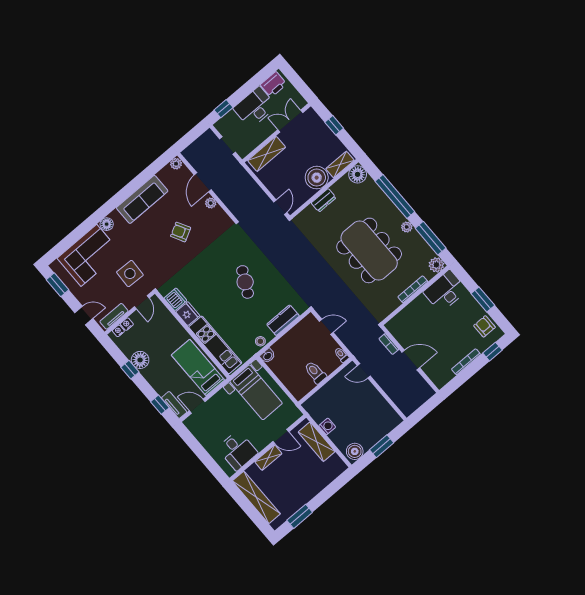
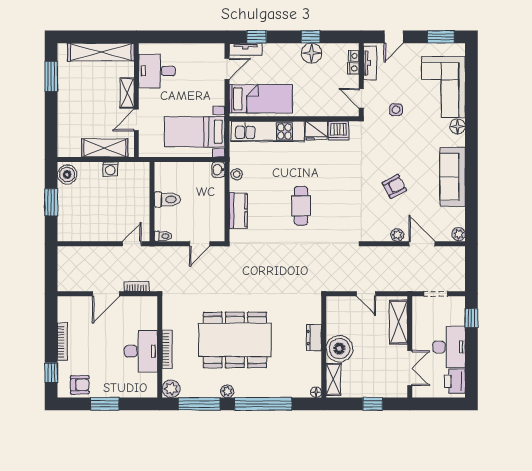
floor lamp: (358, 174) -> (316, 392), width x0.53, depth x0.53
door: (280, 207) -> (366, 294), moved
side table: (130, 274) -> (396, 110), width x0.54, depth x0.54
cafe table: (245, 282) -> (301, 206), turned 63
desk: (445, 291) -> (141, 351), moved

